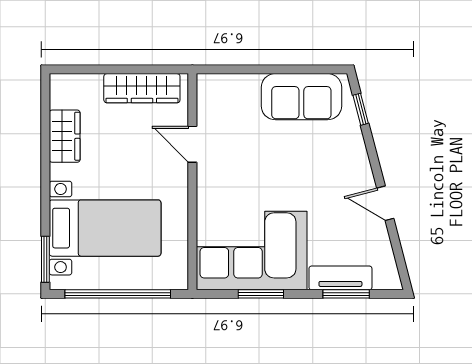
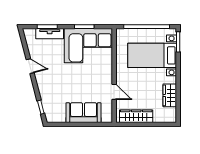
sofa: (301, 97) -> (83, 113), moved

